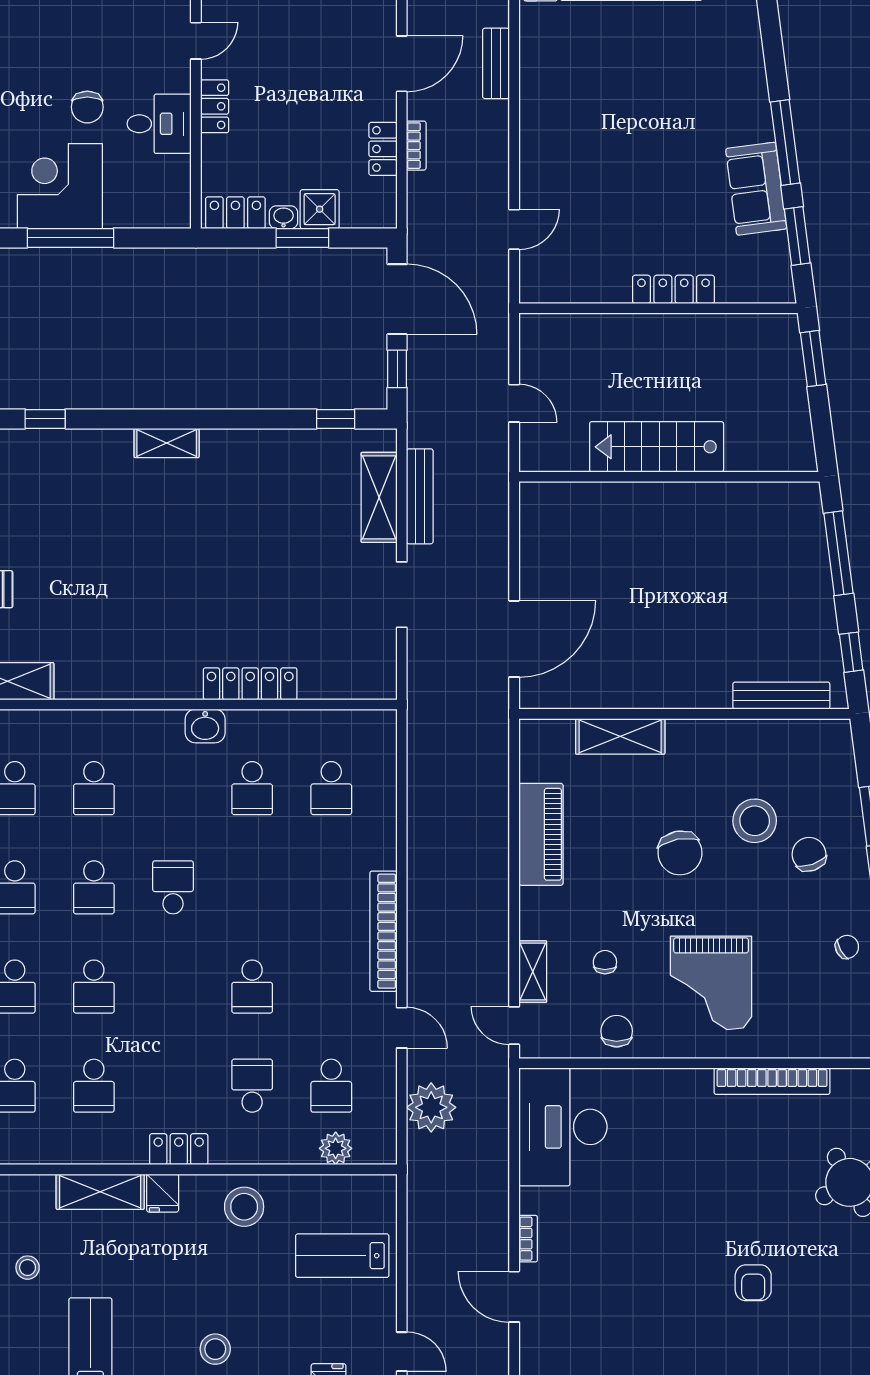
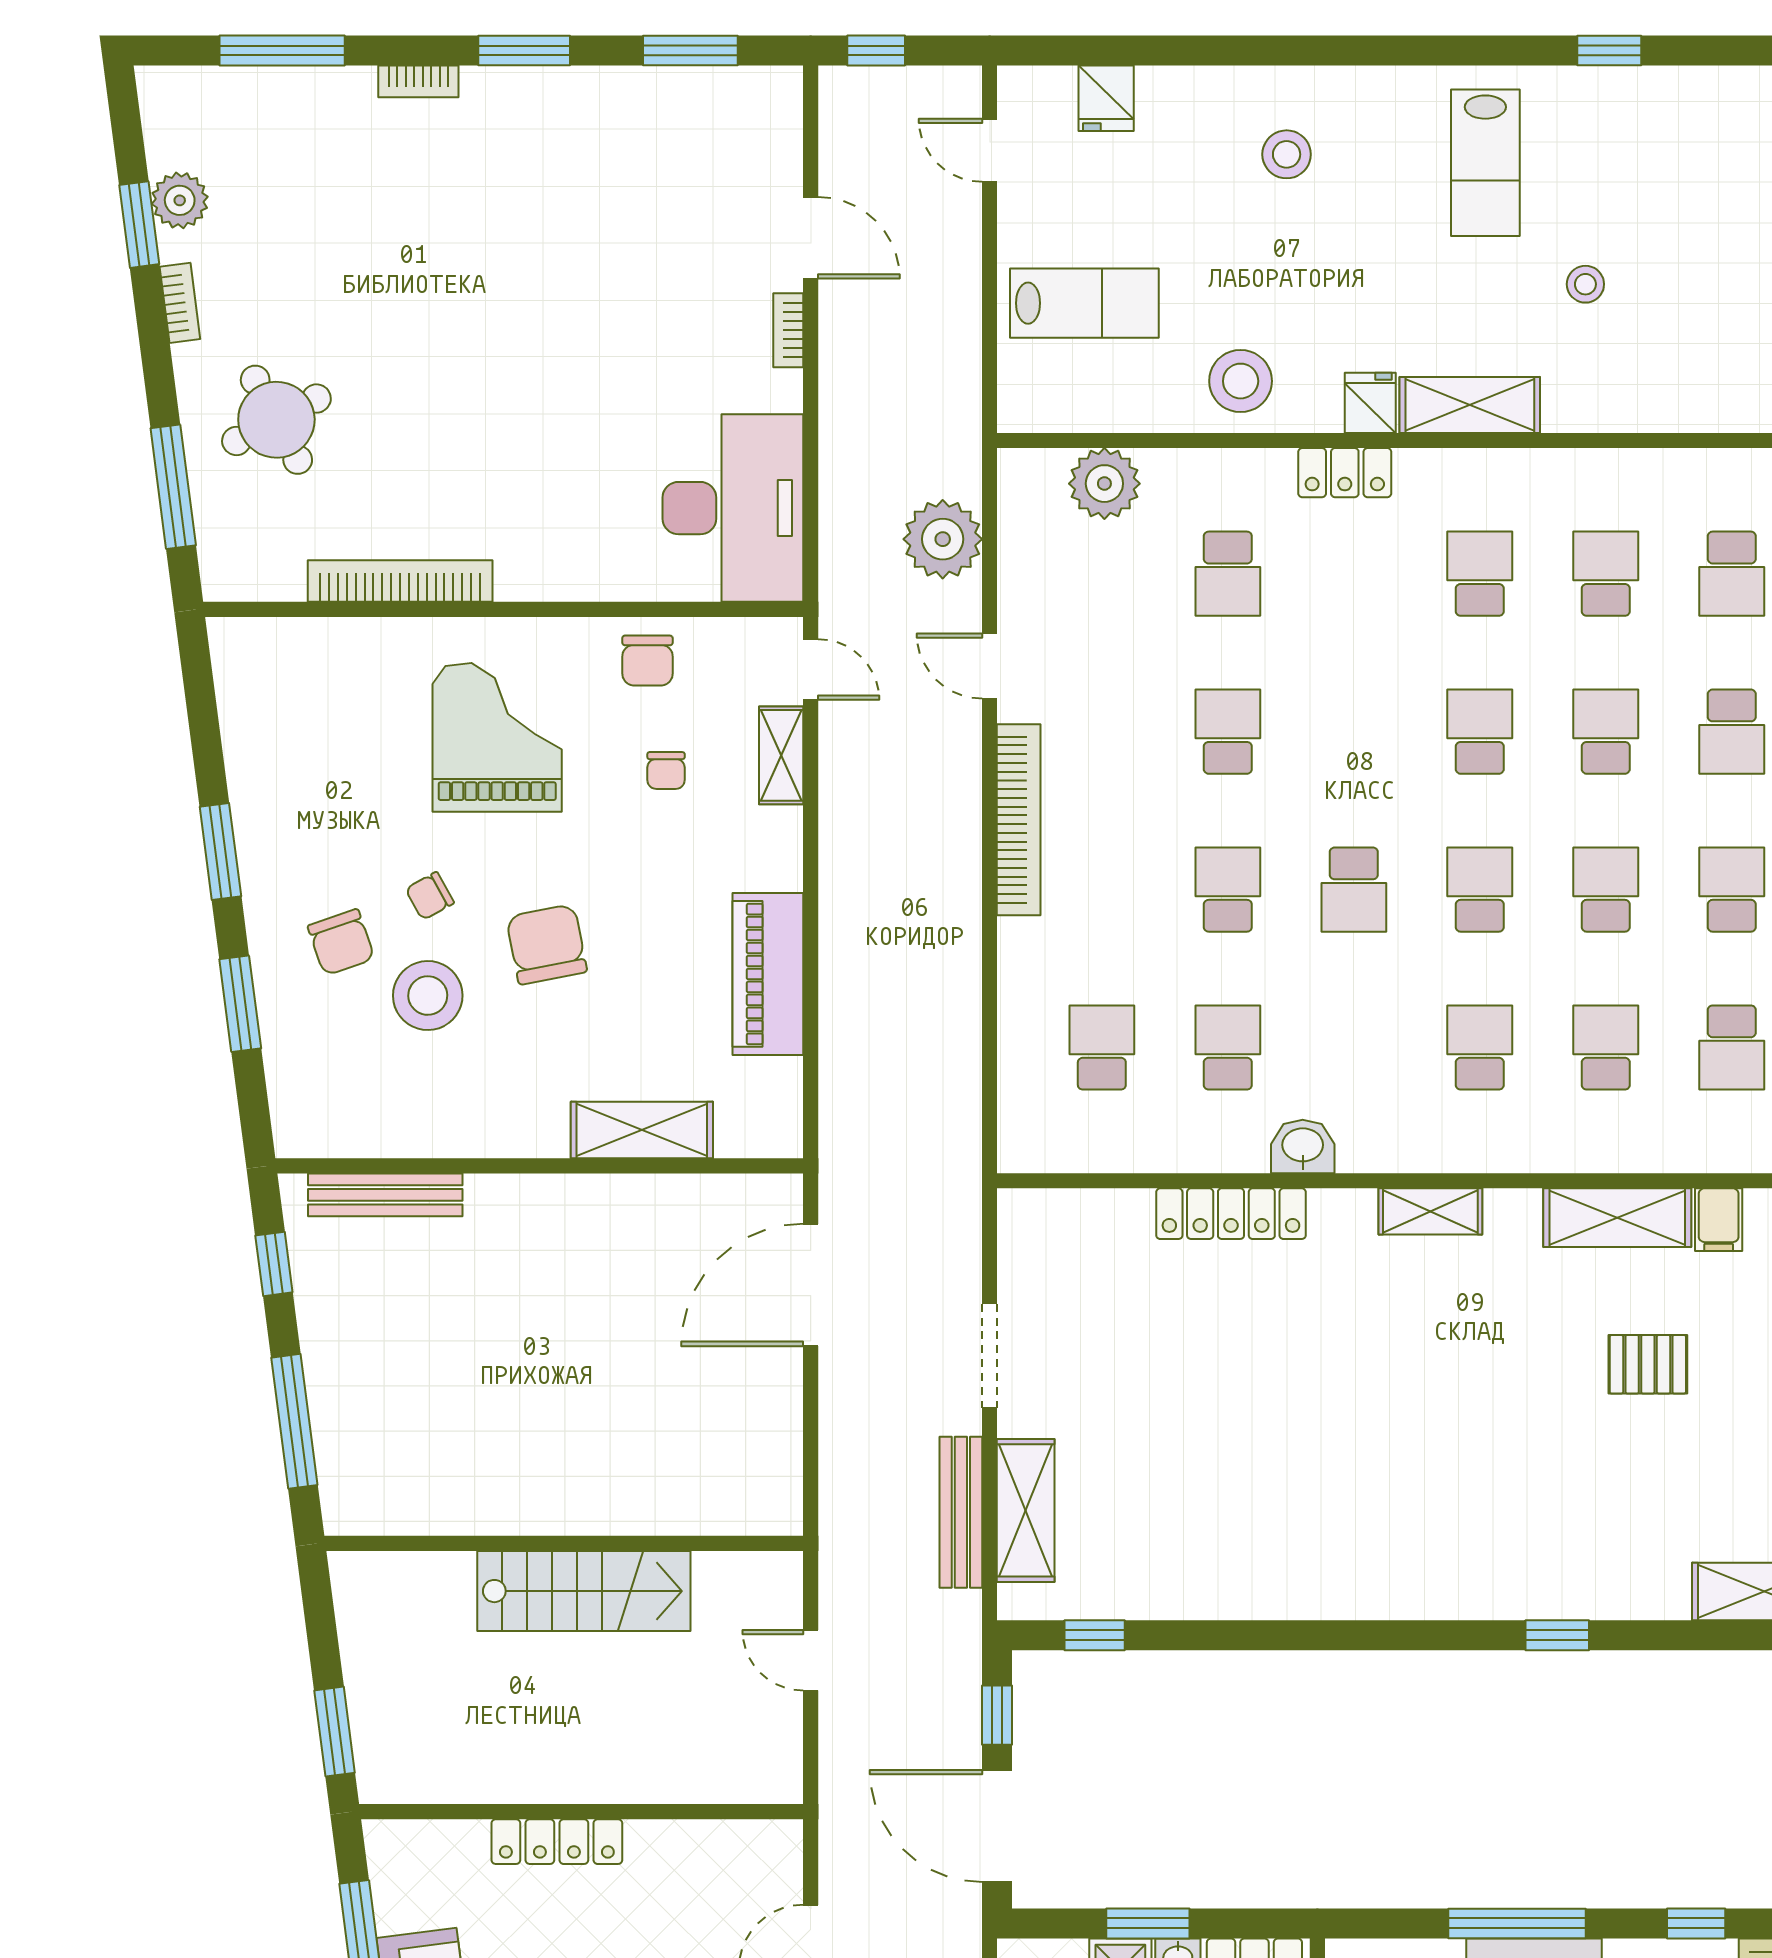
shelving: (167, 443) -> (1430, 1211), moved
chair: (847, 947) -> (430, 896), moved
school desk: (331, 1086) -> (1228, 890), moved
plant: (336, 1148) -> (1104, 484), width x1.36, depth x1.36
armchair: (753, 1283) -> (430, 260), removed

